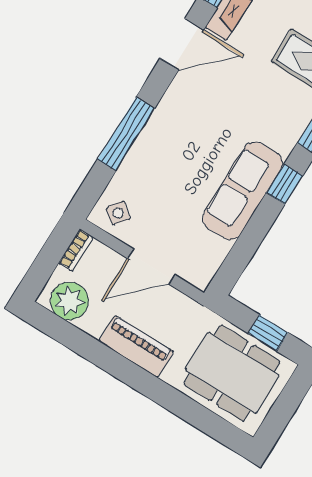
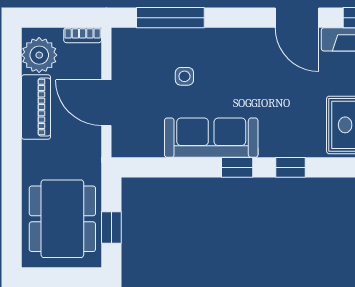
window: (126, 134) -> (170, 18), moved
side table: (118, 213) -> (184, 76), moved, turned -38
piano: (136, 346) -> (36, 107), moved

